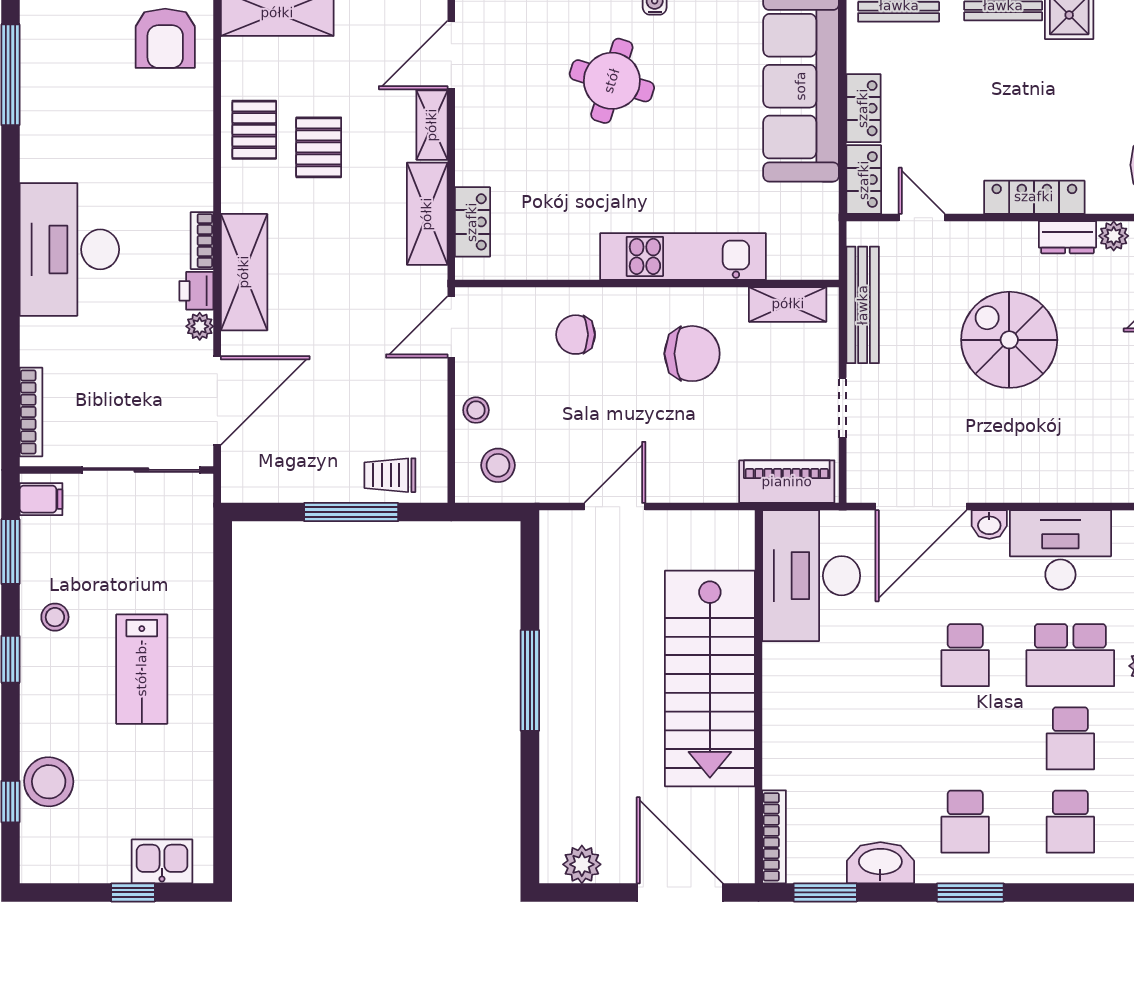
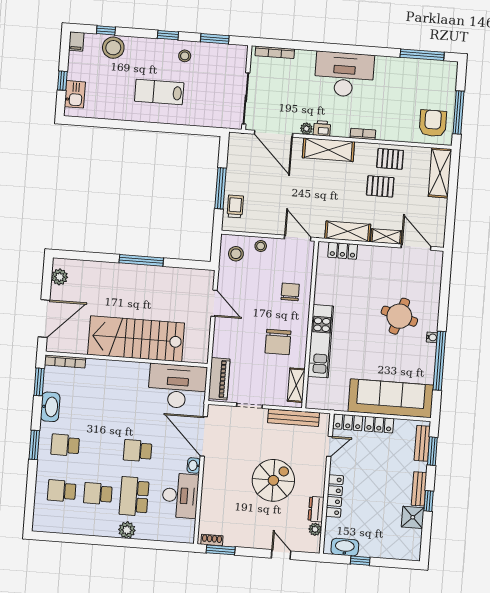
armchair: (165, 38) -> (433, 123), turned 90
bookcase: (202, 241) -> (363, 134), moved
filing cabinet: (41, 499) -> (76, 41), moved

